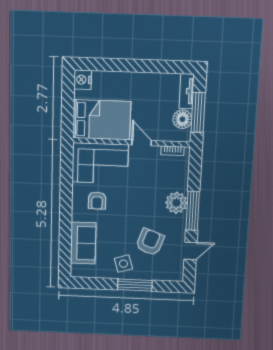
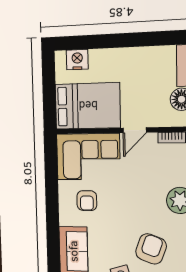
nightstand: (83, 80) -> (77, 60), moved, turned 90
door: (142, 143) -> (135, 130), swing flipped

